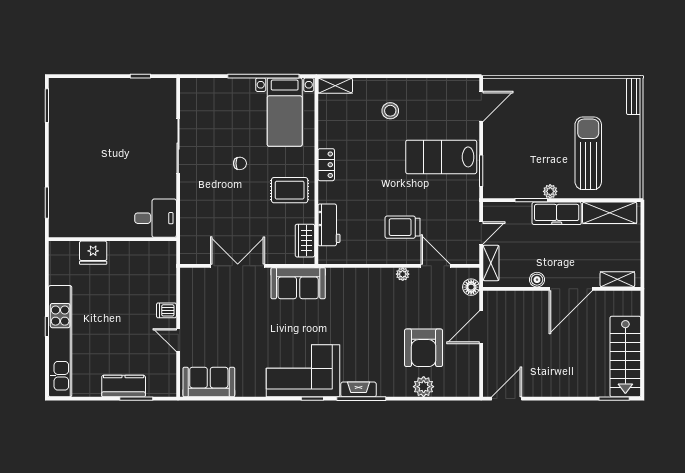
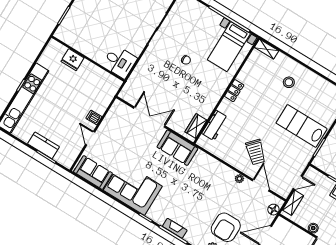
rug: (290, 190) -> (205, 92), removed
trolley: (403, 227) -> (256, 152), turned -137
corner sofa: (303, 371) -> (133, 188), moved

